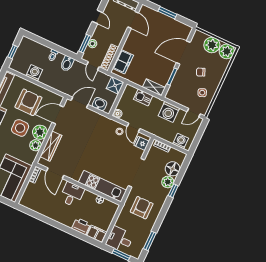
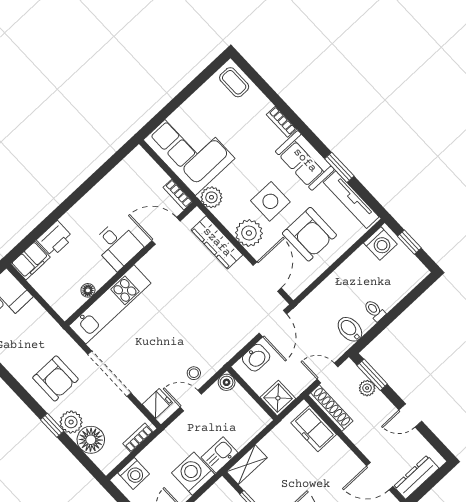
washing machine: (34, 73) -> (380, 243), moved
kitchen sink: (143, 97) -> (220, 455), moved
plant: (36, 145) -> (211, 197), moved
armchair: (142, 208) -> (55, 378), moved

